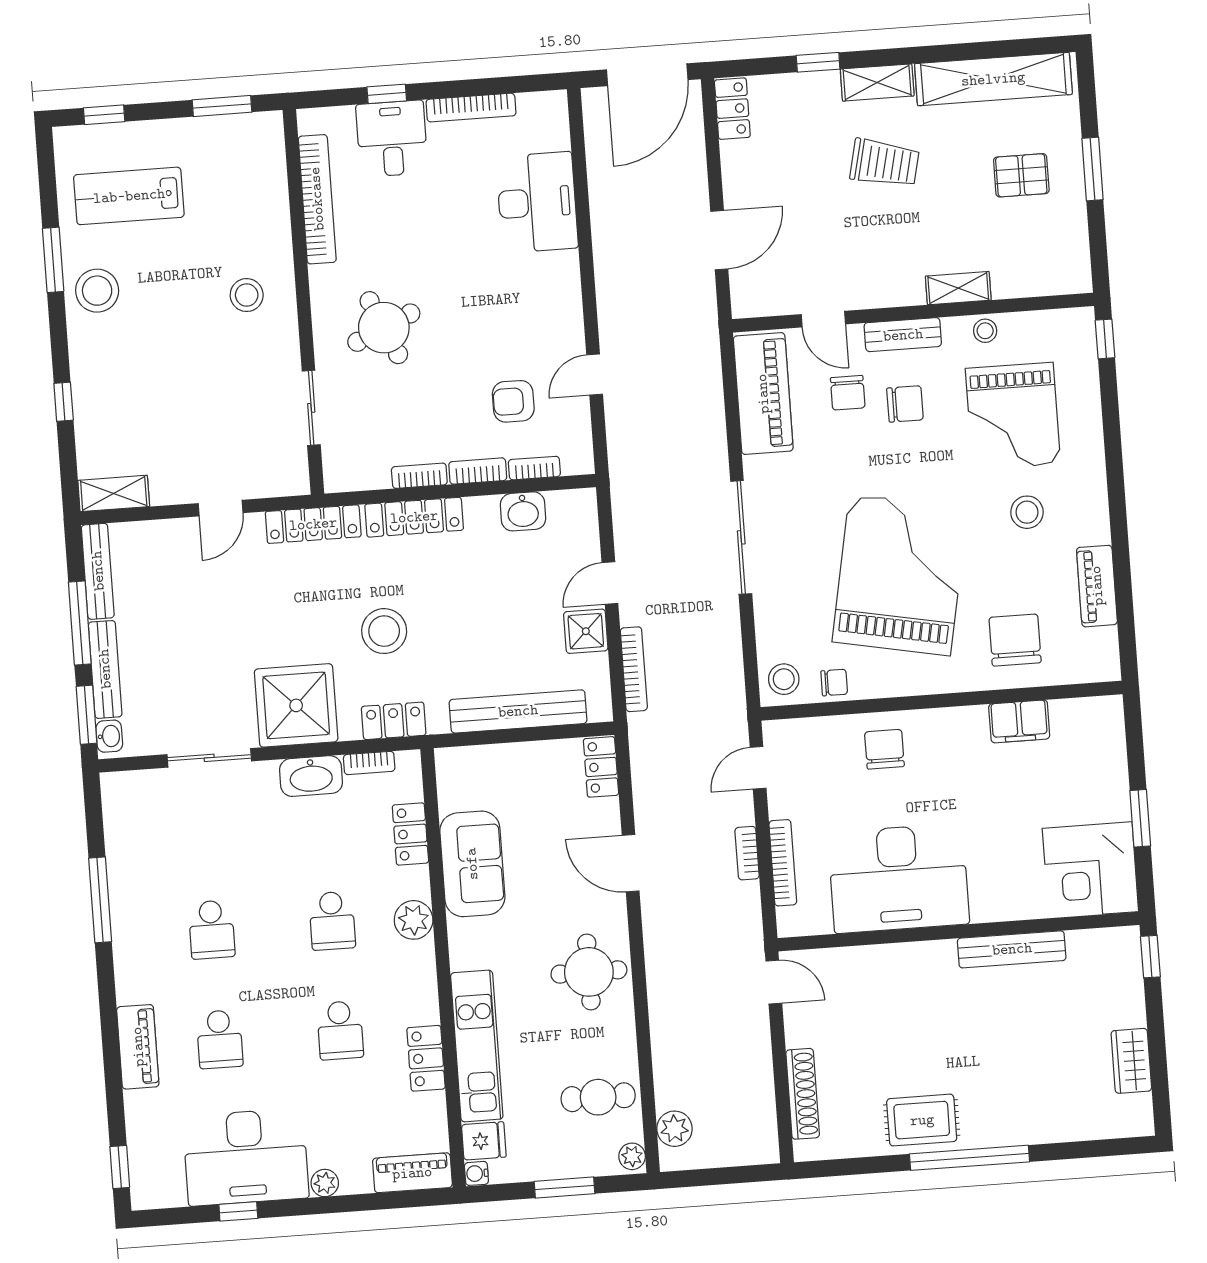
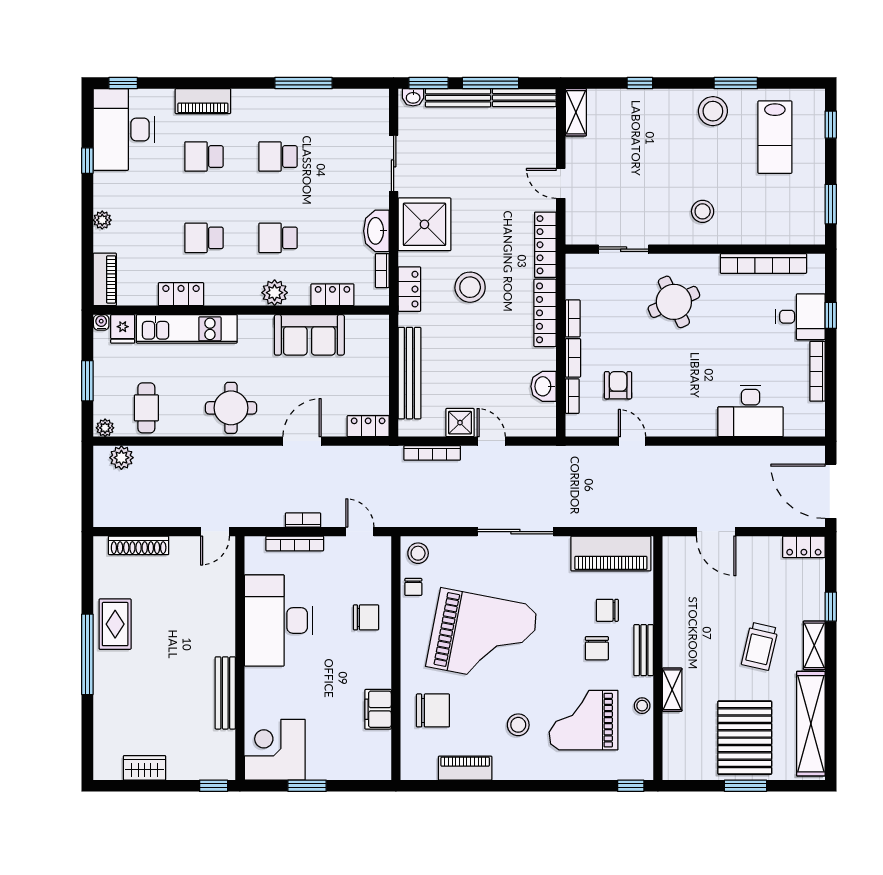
pallet: (1021, 175) -> (745, 738), width x2.05, depth x2.00
lab bench: (129, 196) -> (775, 137), turned 180
door: (823, 319) -> (658, 598), removed
desk: (246, 1157) -> (124, 129), moved

